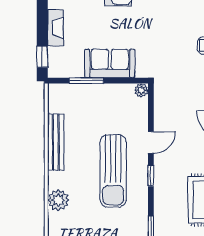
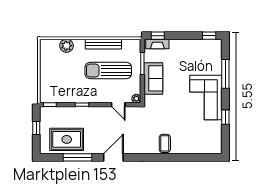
fireplace: (56, 28) -> (157, 44), moved
door: (151, 142) -> (118, 105), moved
sun lounger: (113, 171) -> (108, 71), moved

